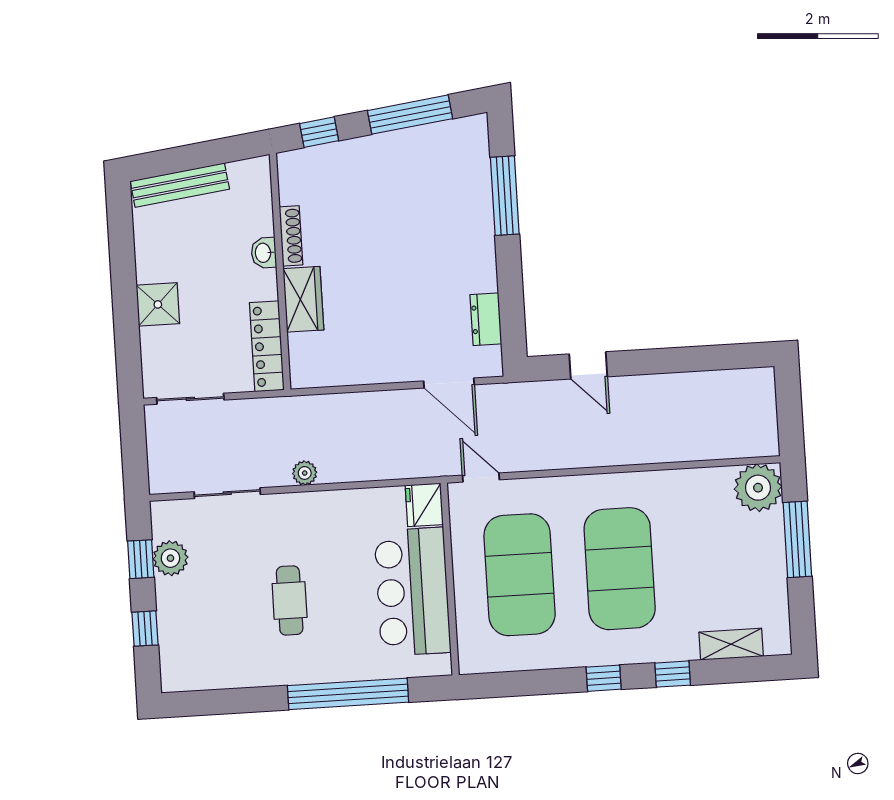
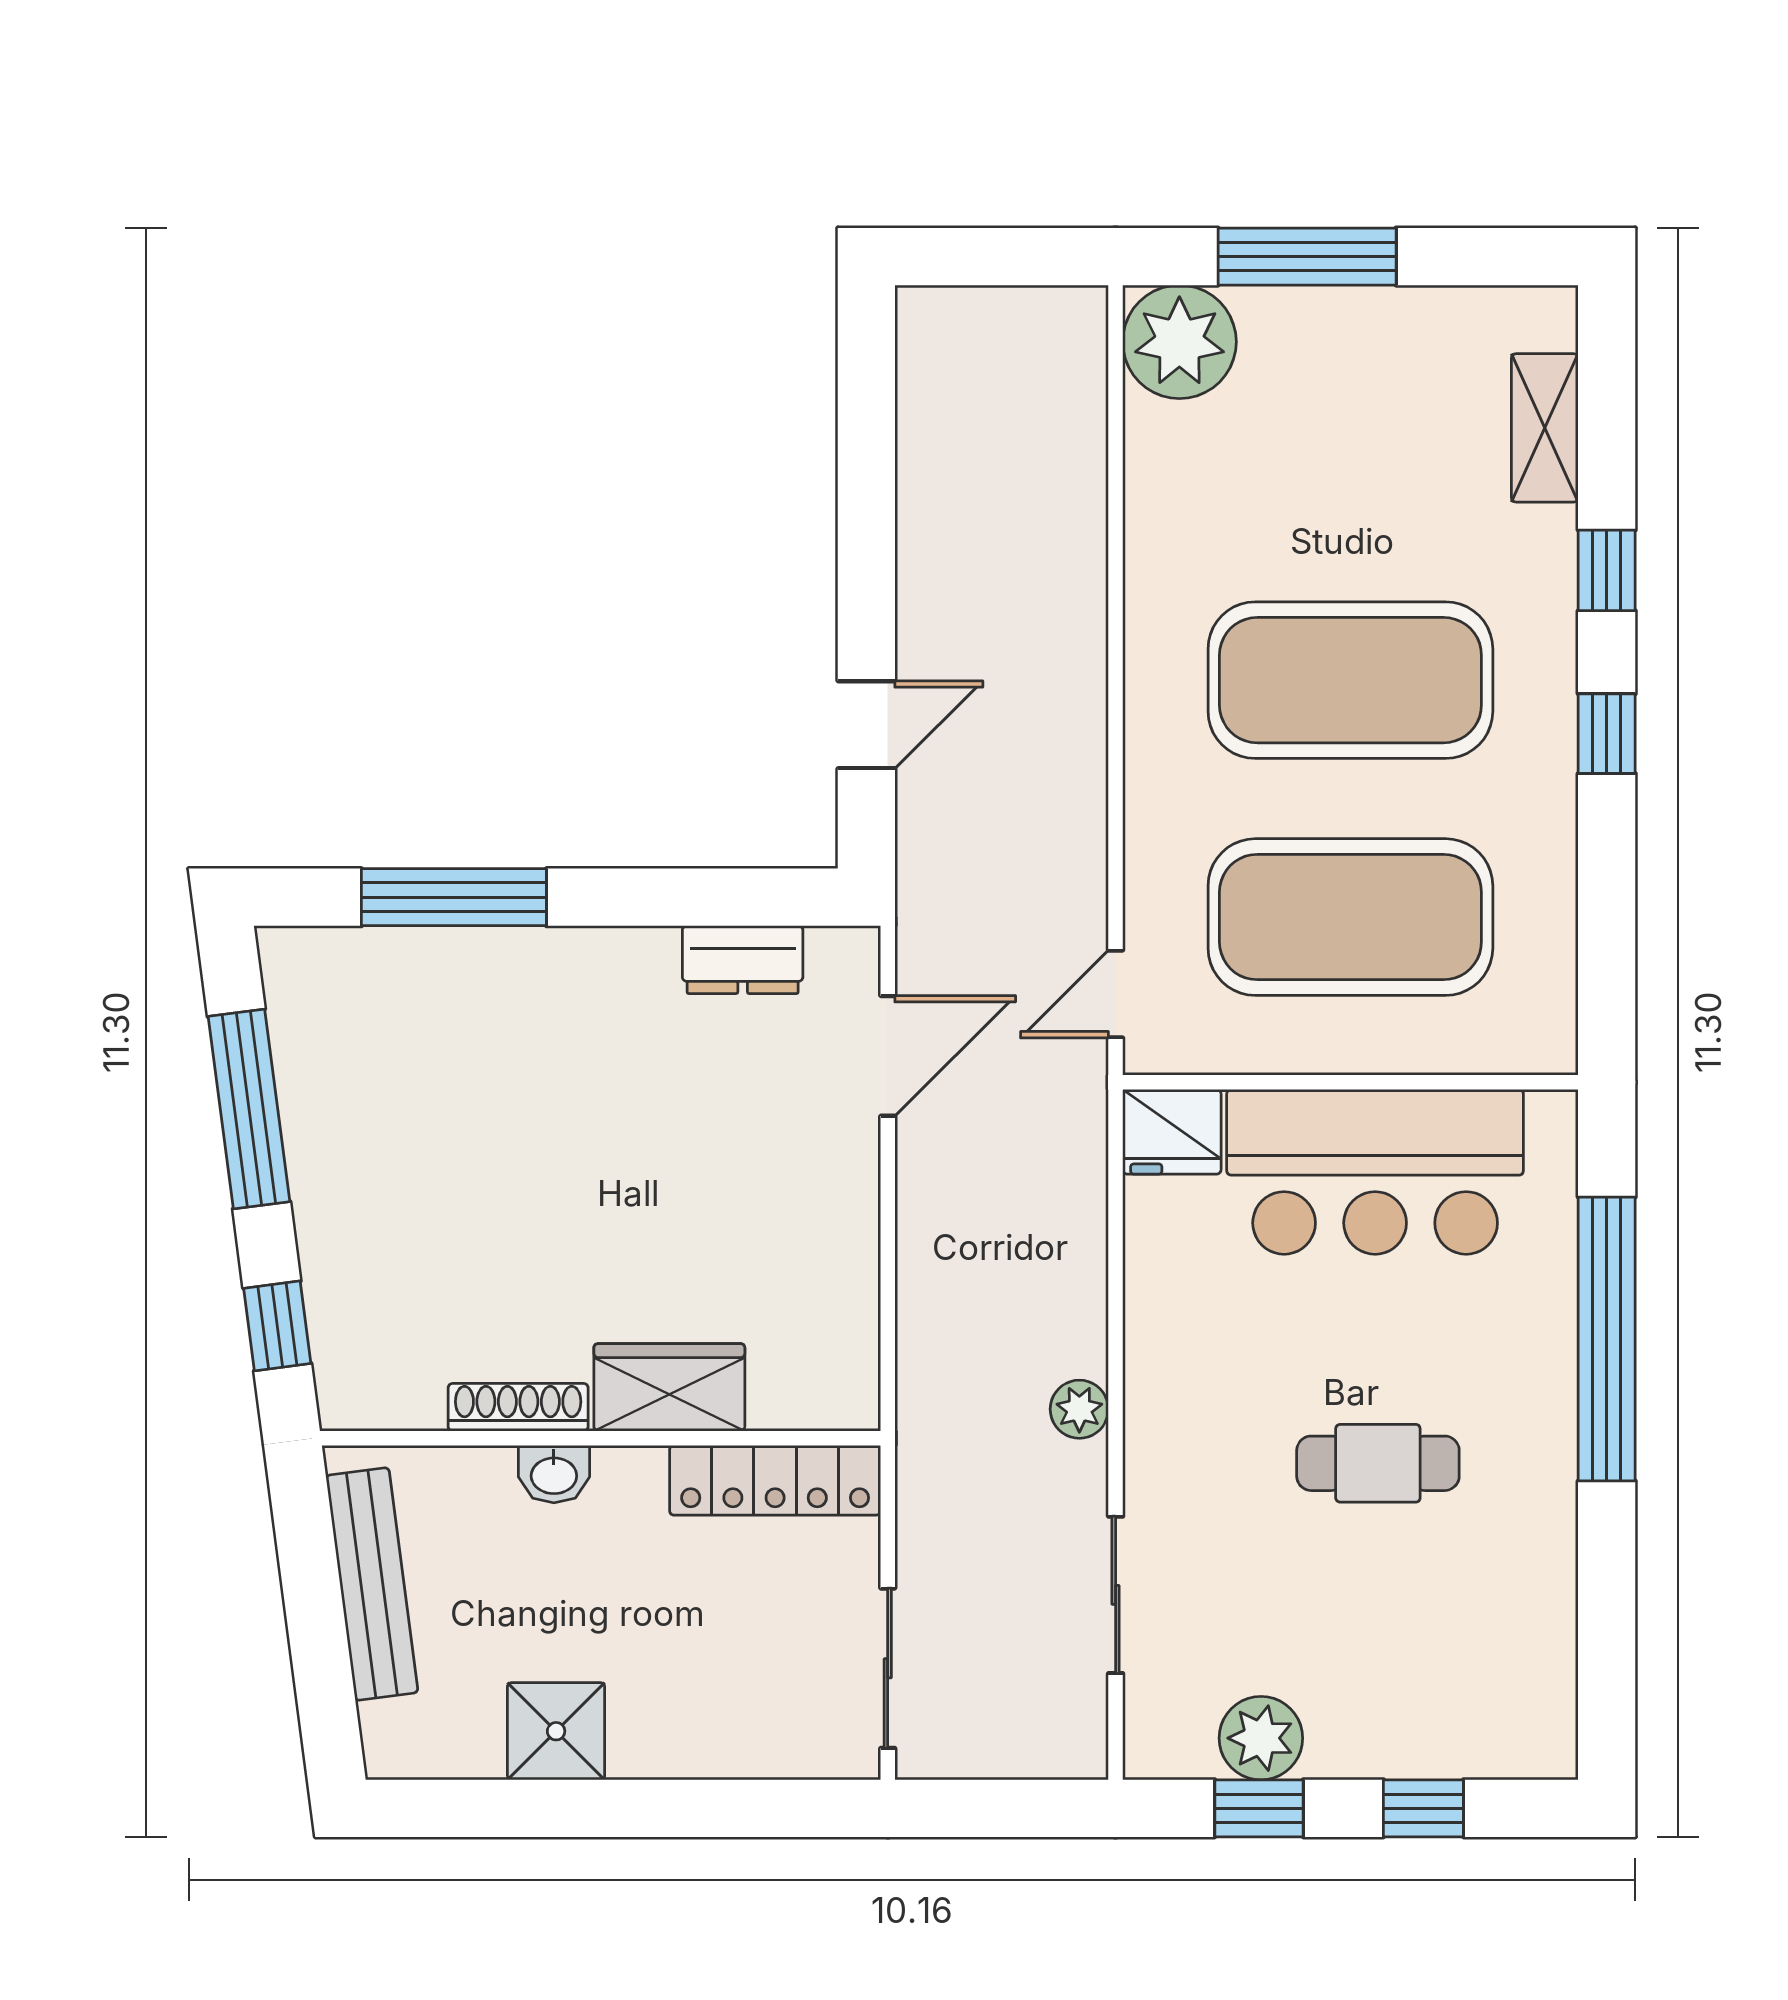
bench: (180, 185) -> (372, 1584), moved
shower: (158, 304) -> (556, 1731), moved

